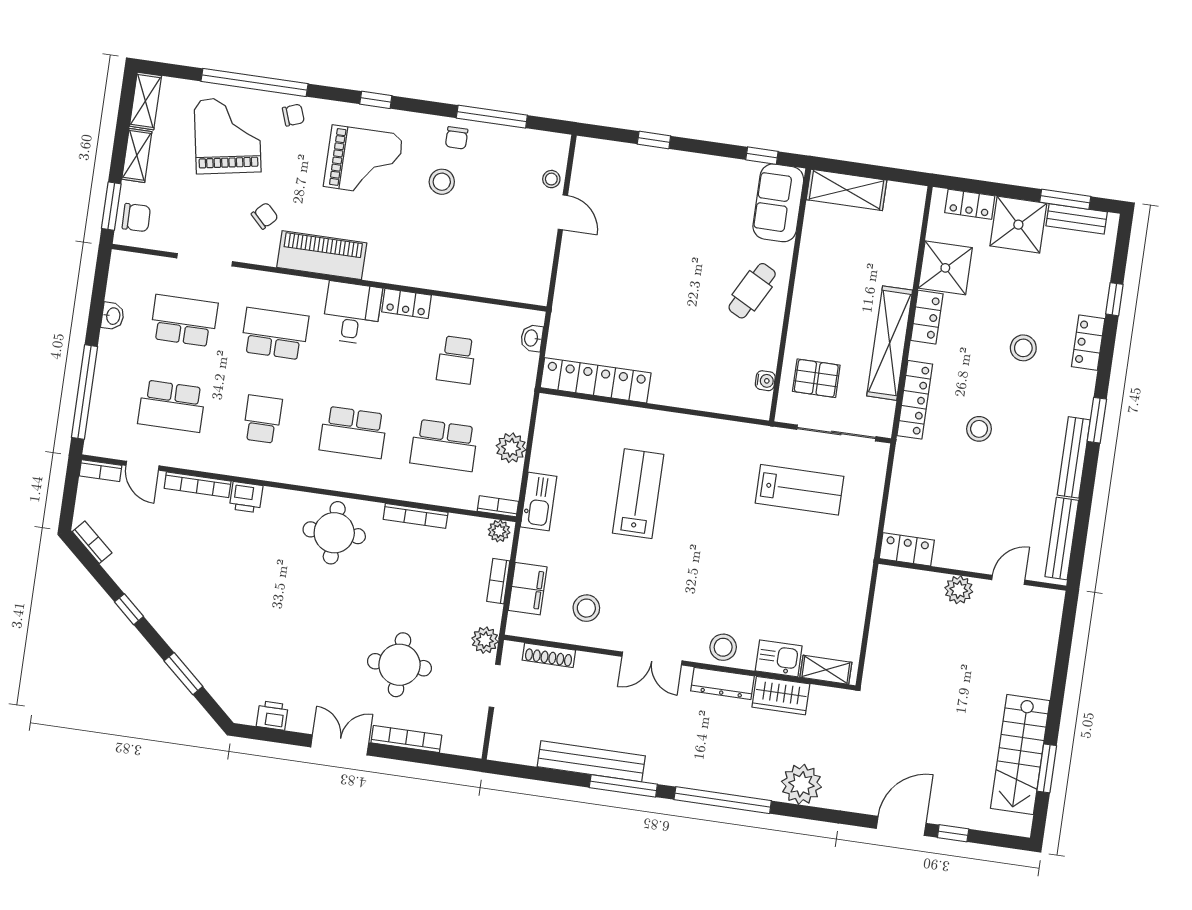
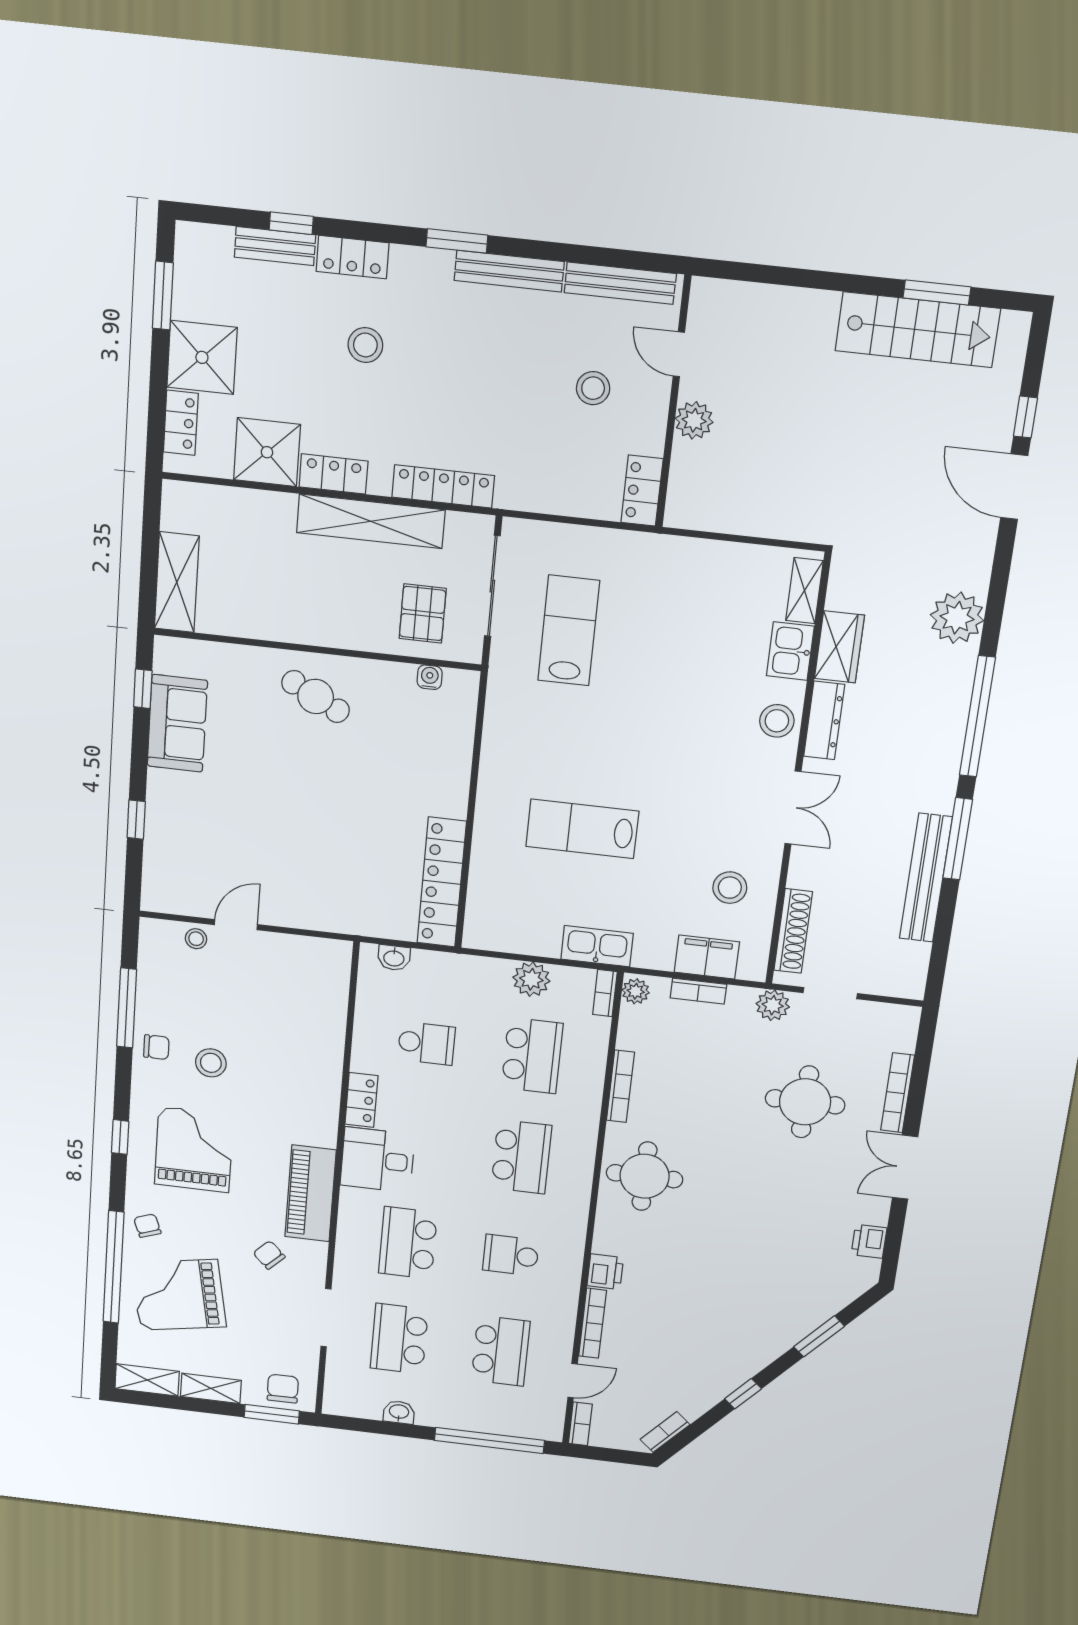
sofa: (778, 203) -> (177, 723), moved, turned -90
bench: (1077, 219) -> (275, 246), moved, turned 90
stool: (979, 429) -> (593, 388), moved
shoe rack: (549, 655) -> (793, 931), width x1.36, depth x1.24

